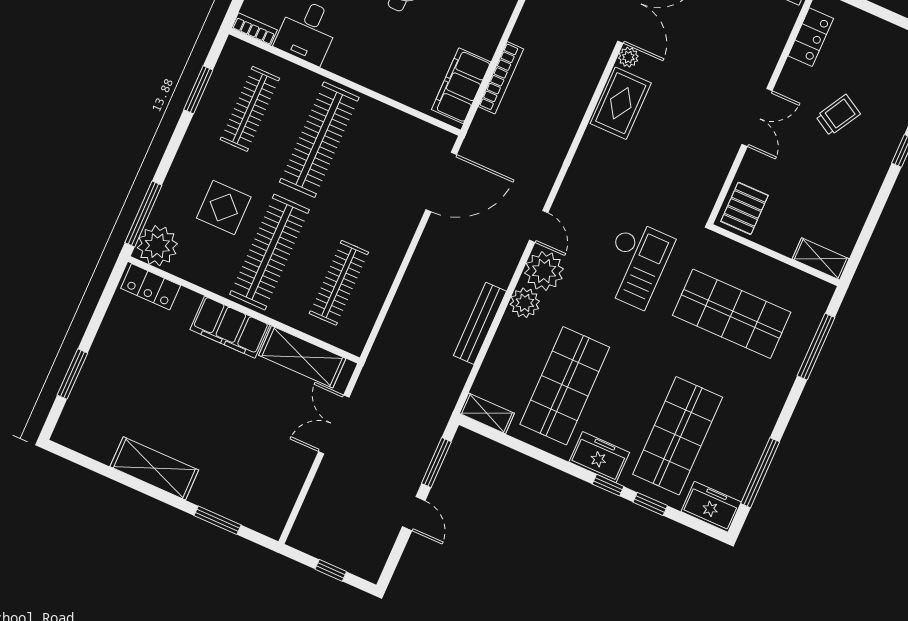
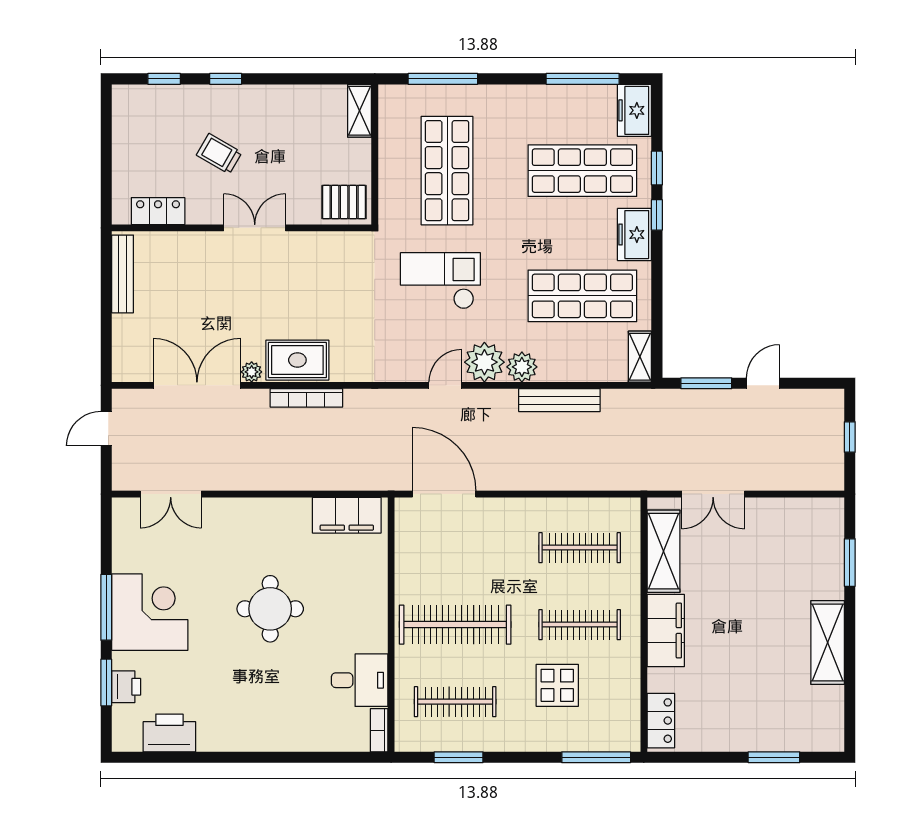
bookcase: (501, 78) -> (306, 398), moved, turned 180
plant: (157, 246) -> (620, 731), removed
clothes rail: (269, 252) -> (580, 625), width x0.73, depth x0.76

